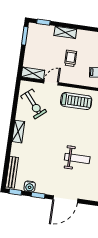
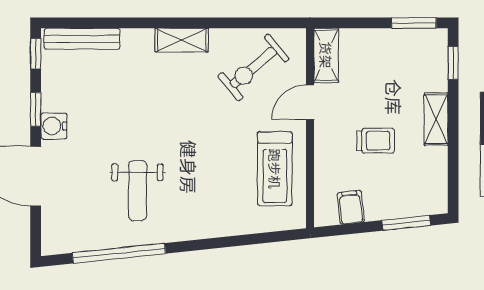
door: (51, 83) -> (310, 102), swing flipped
water cooler: (30, 186) -> (54, 126), moved

